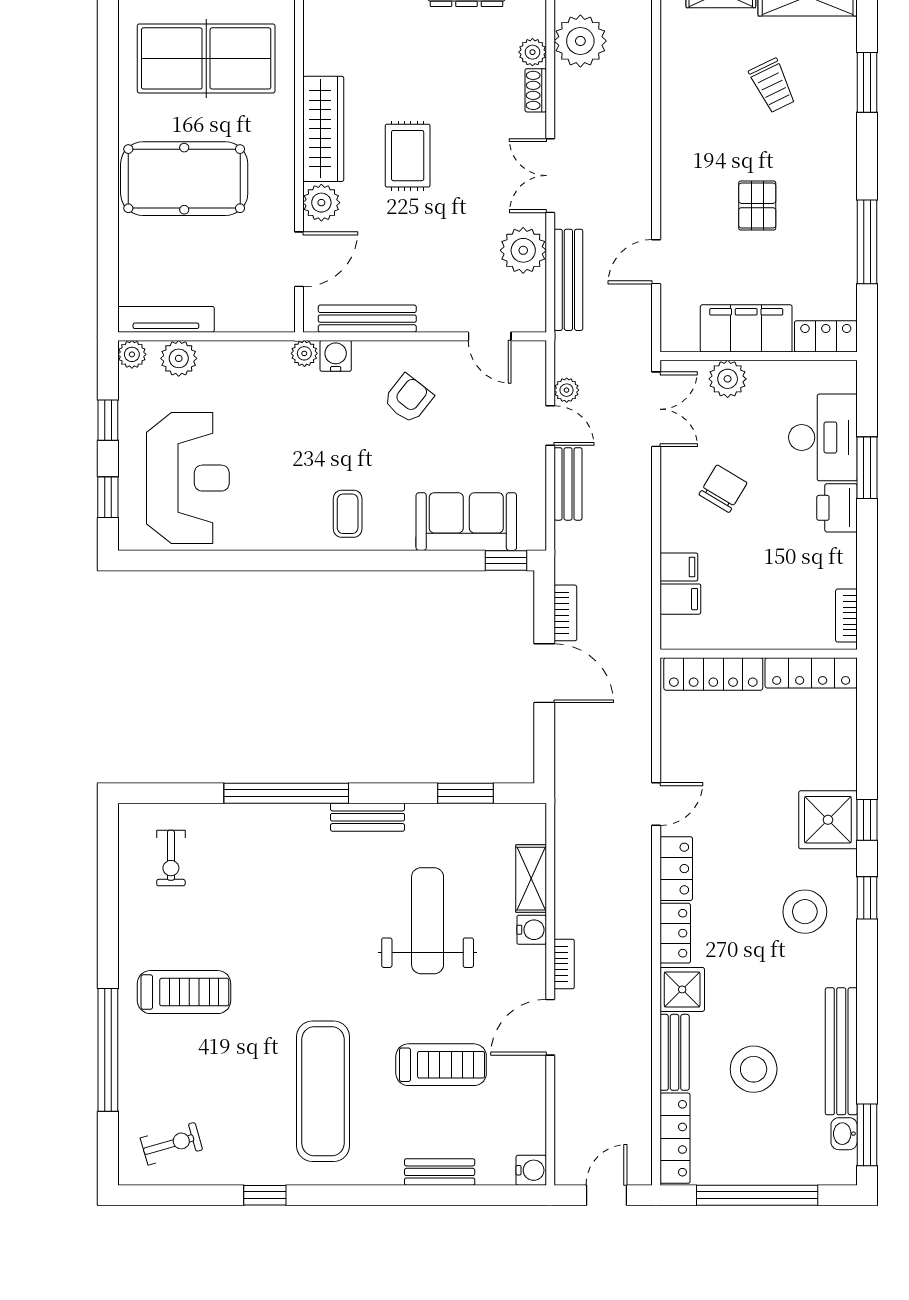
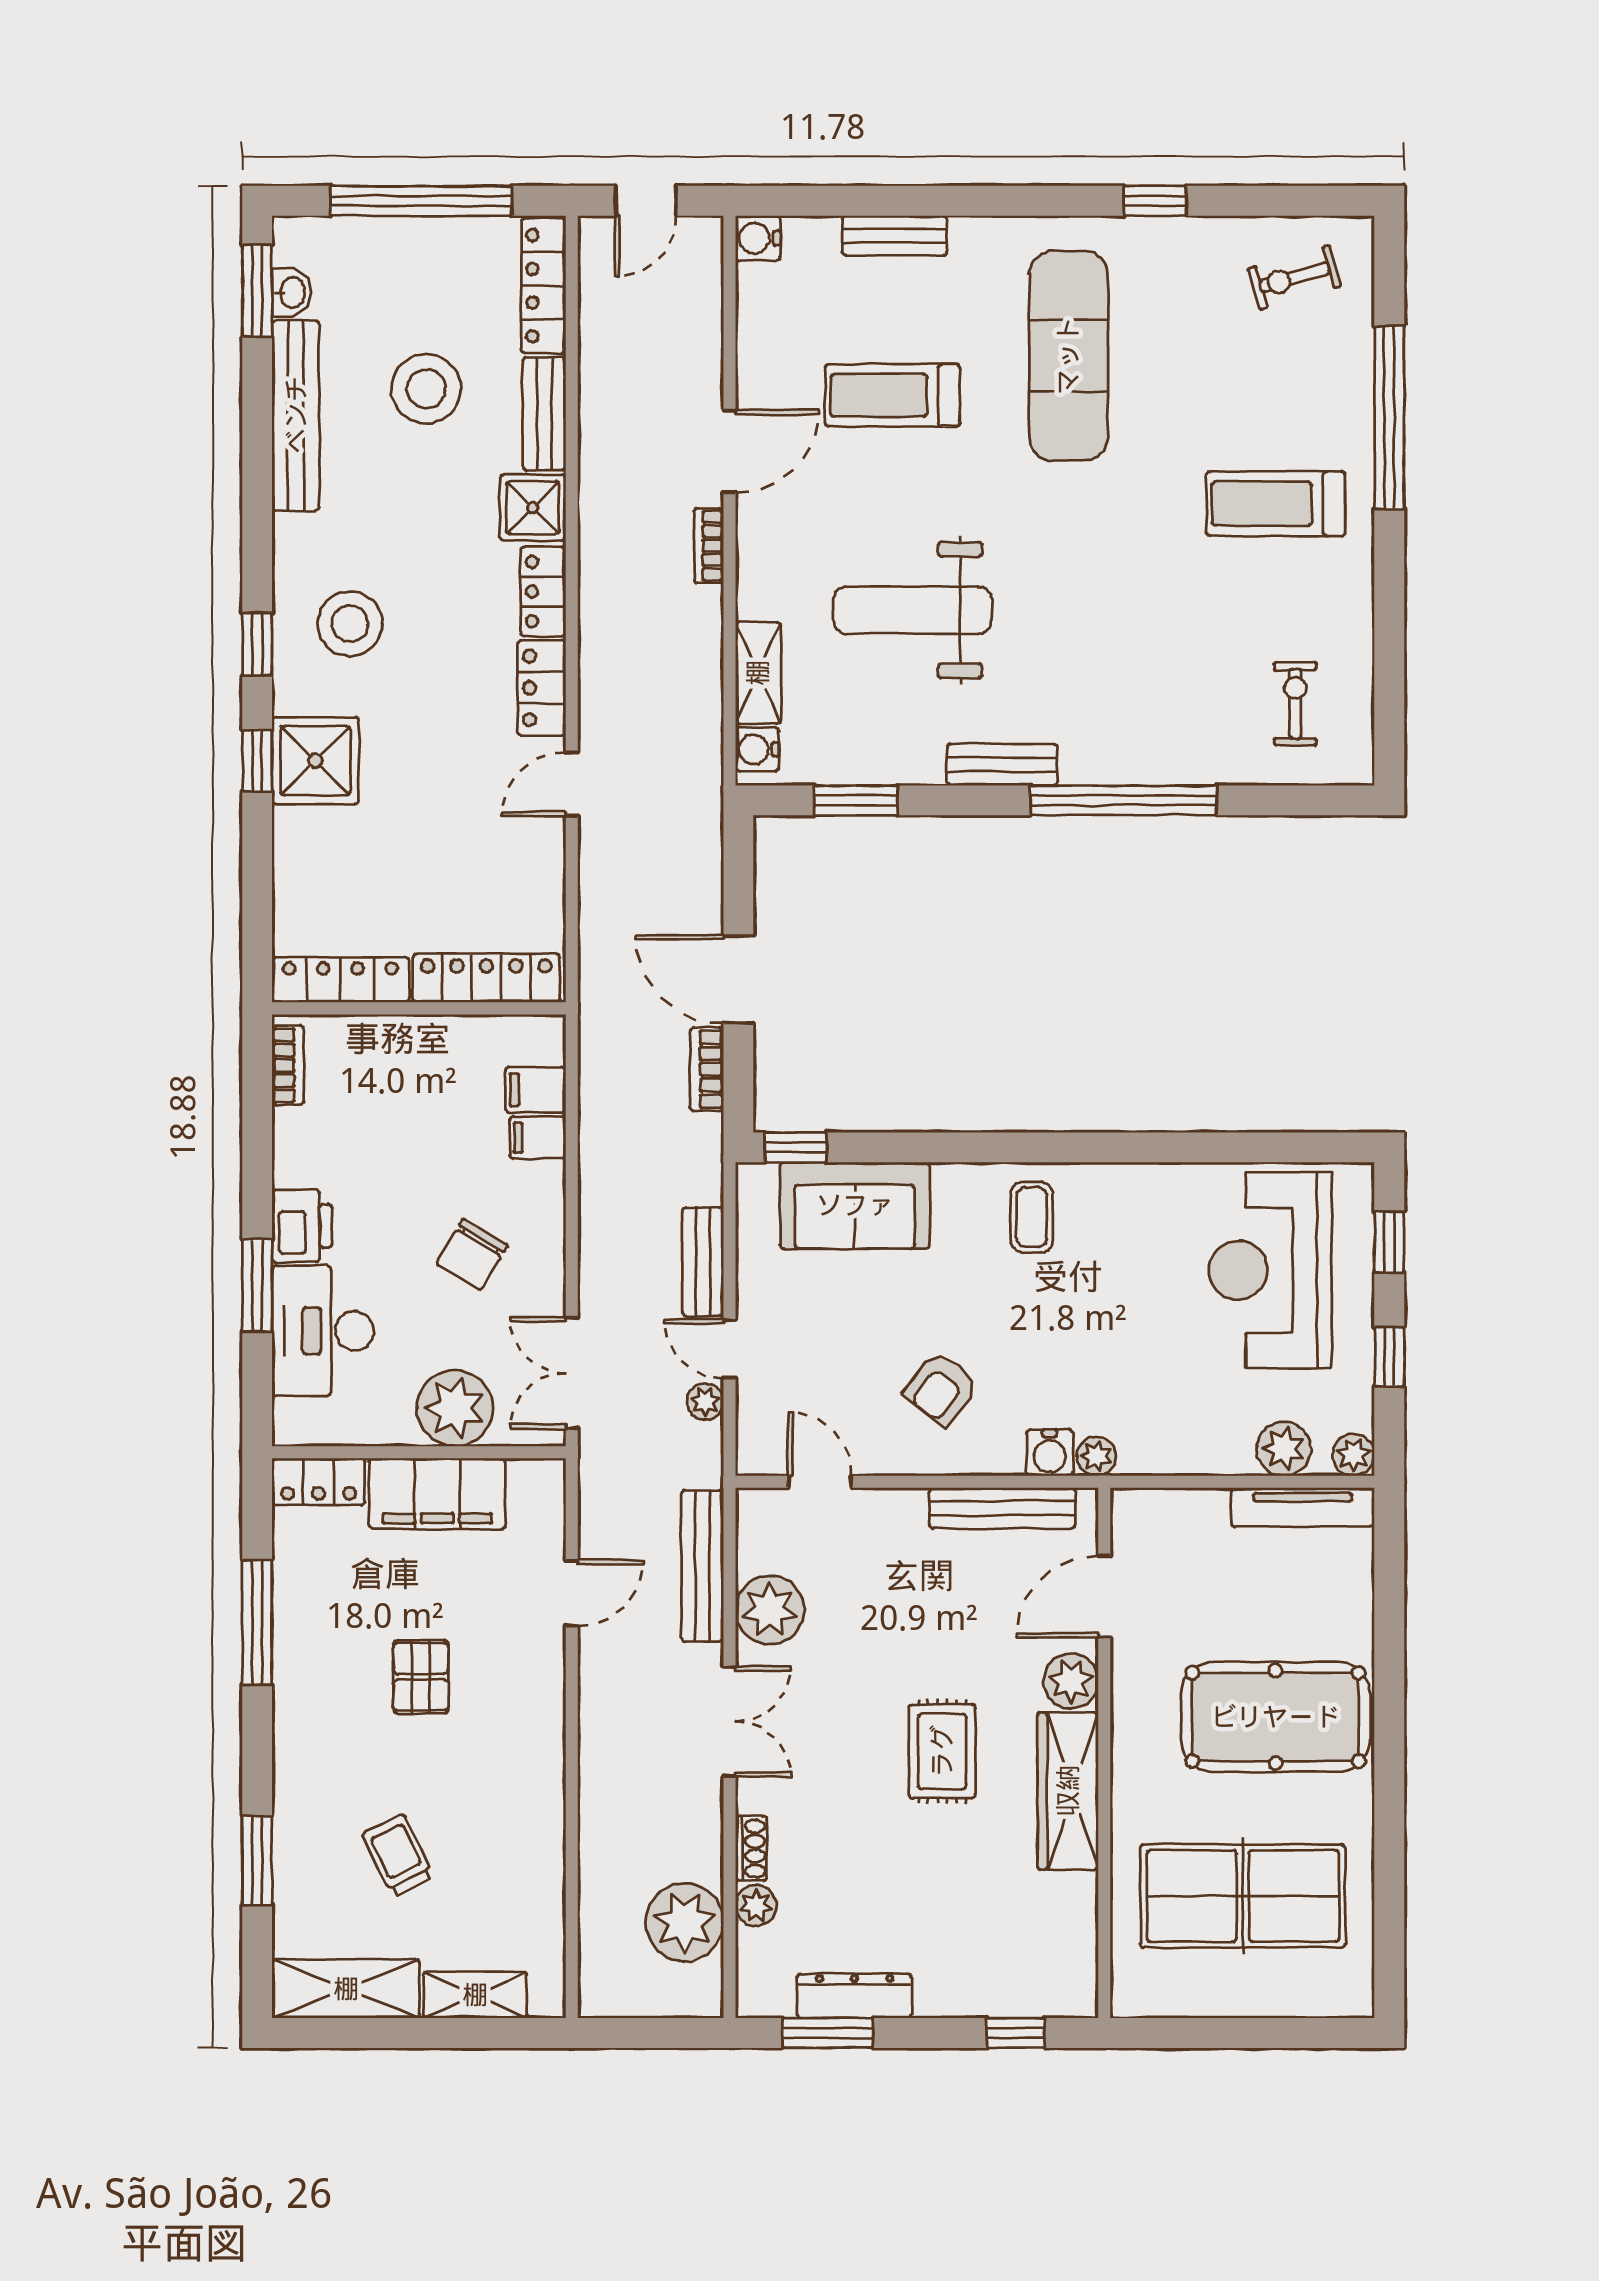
plant: (728, 379) -> (455, 1408), width x1.36, depth x1.36
weight bench: (428, 921) -> (913, 610), turned 90
water cooler: (532, 930) -> (757, 749), moved

